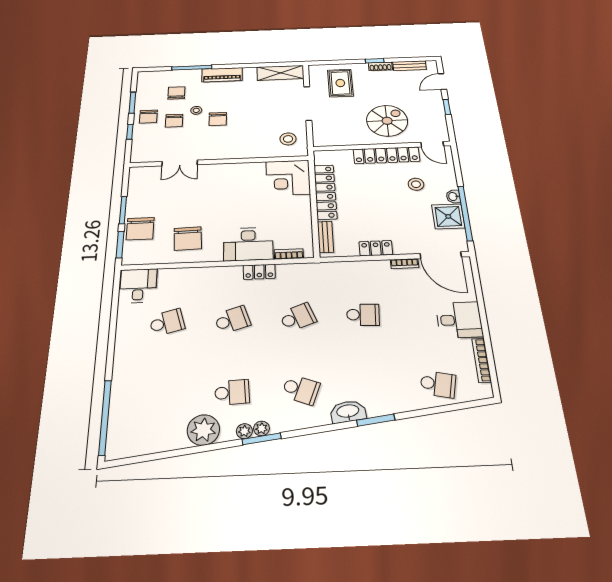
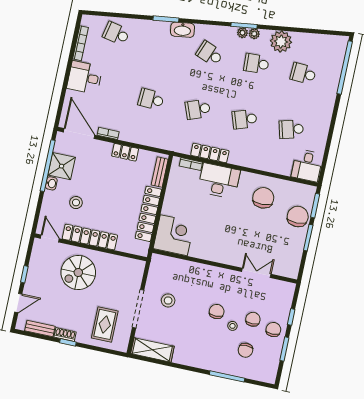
piano: (222, 75) -> (203, 361), removed
stool: (288, 139) -> (168, 300), moved
locker: (259, 272) -> (210, 153), width x1.53
school desk: (163, 395) -> (303, 74), added

